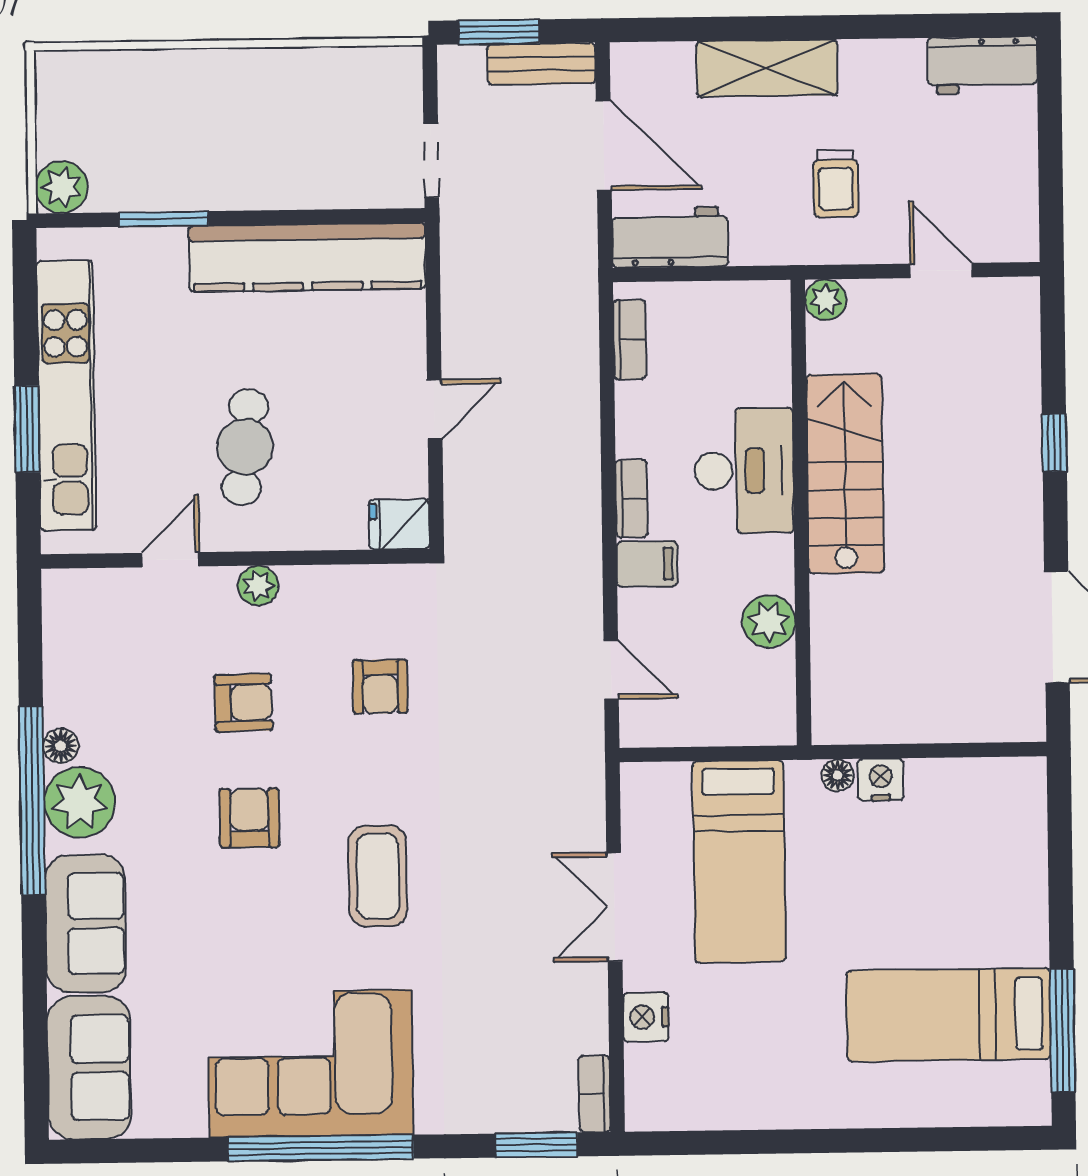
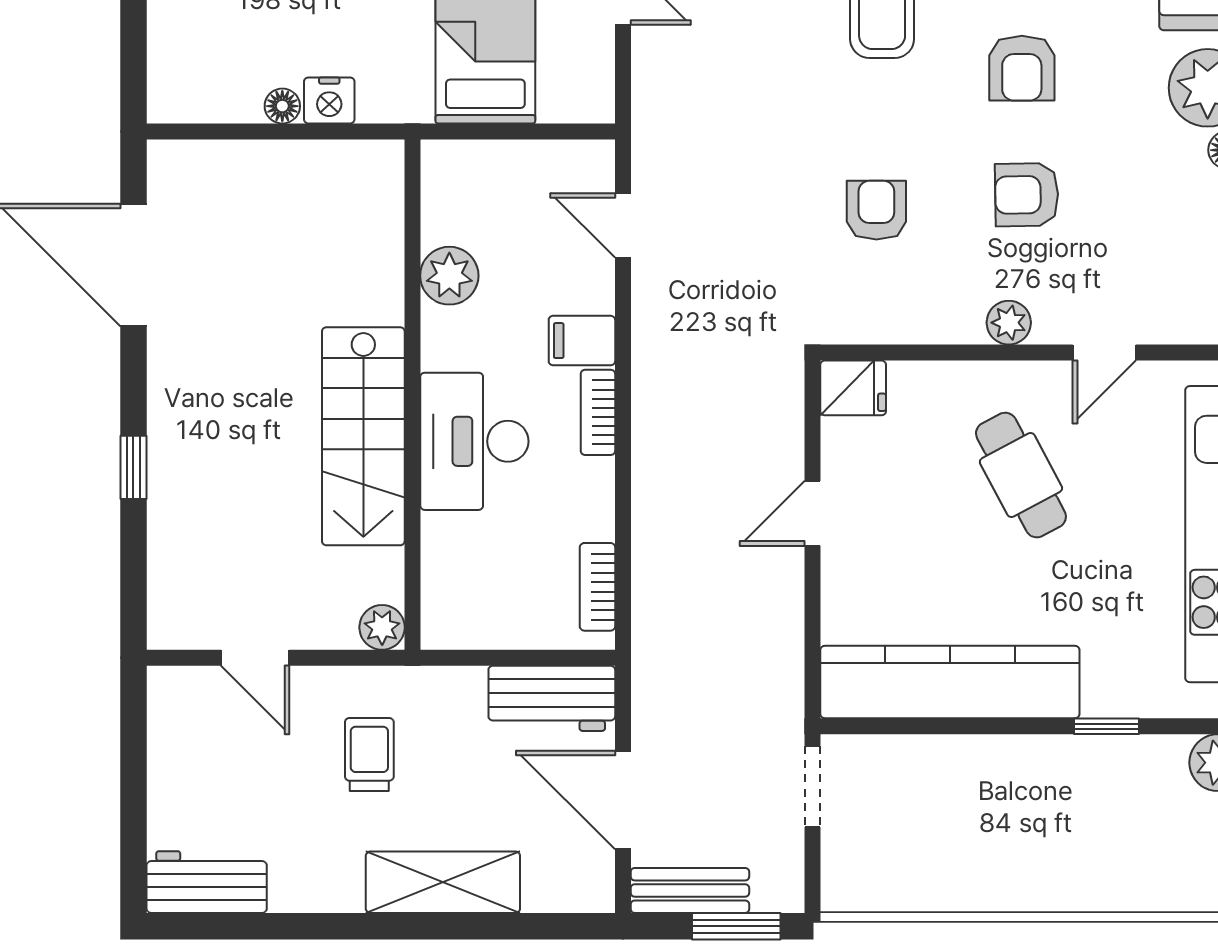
window: (164, 219) -> (1106, 726), width x0.67
cafe table: (245, 447) -> (1021, 475), turned -34
floor lamp: (838, 775) -> (282, 106), moved

